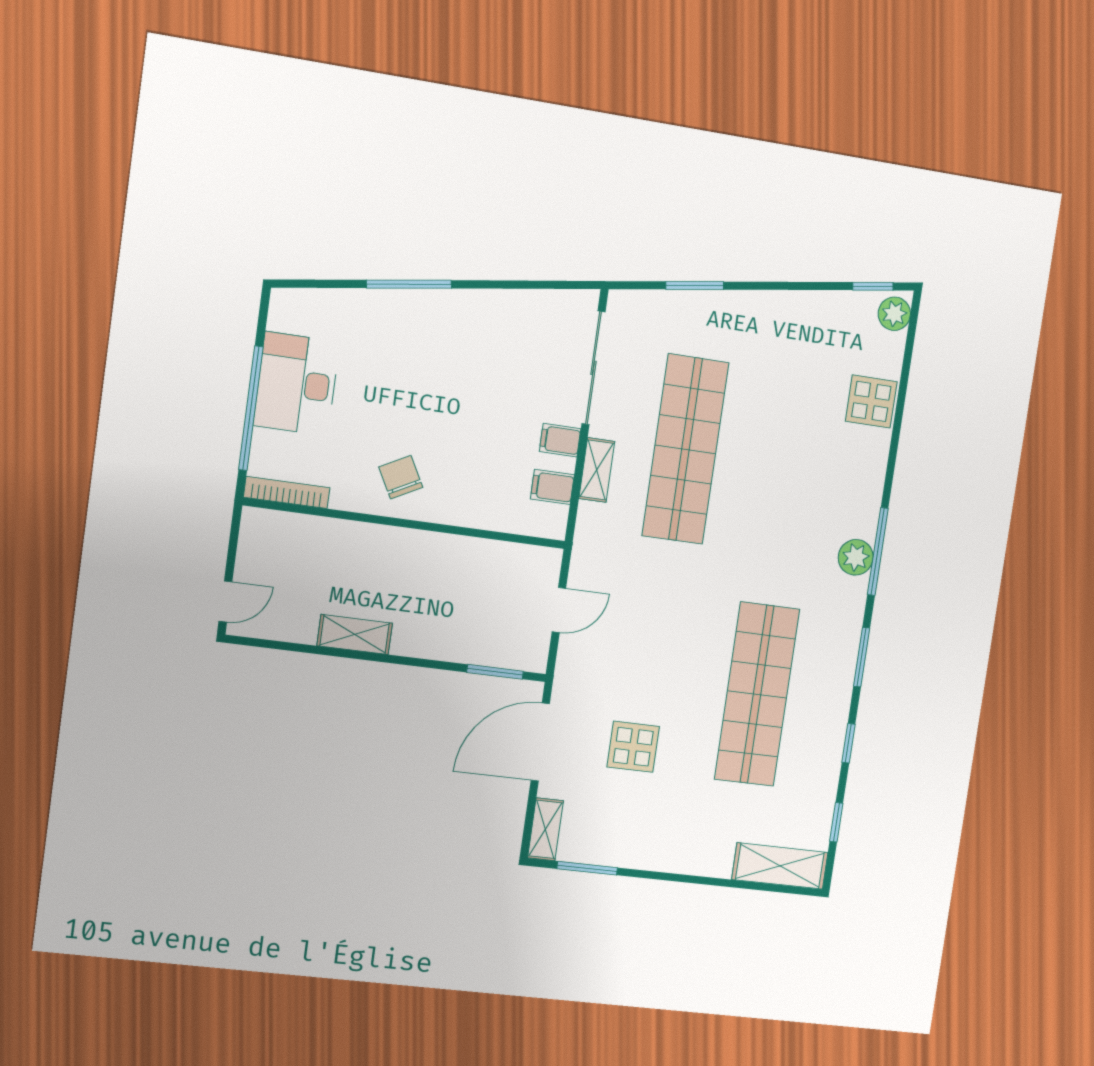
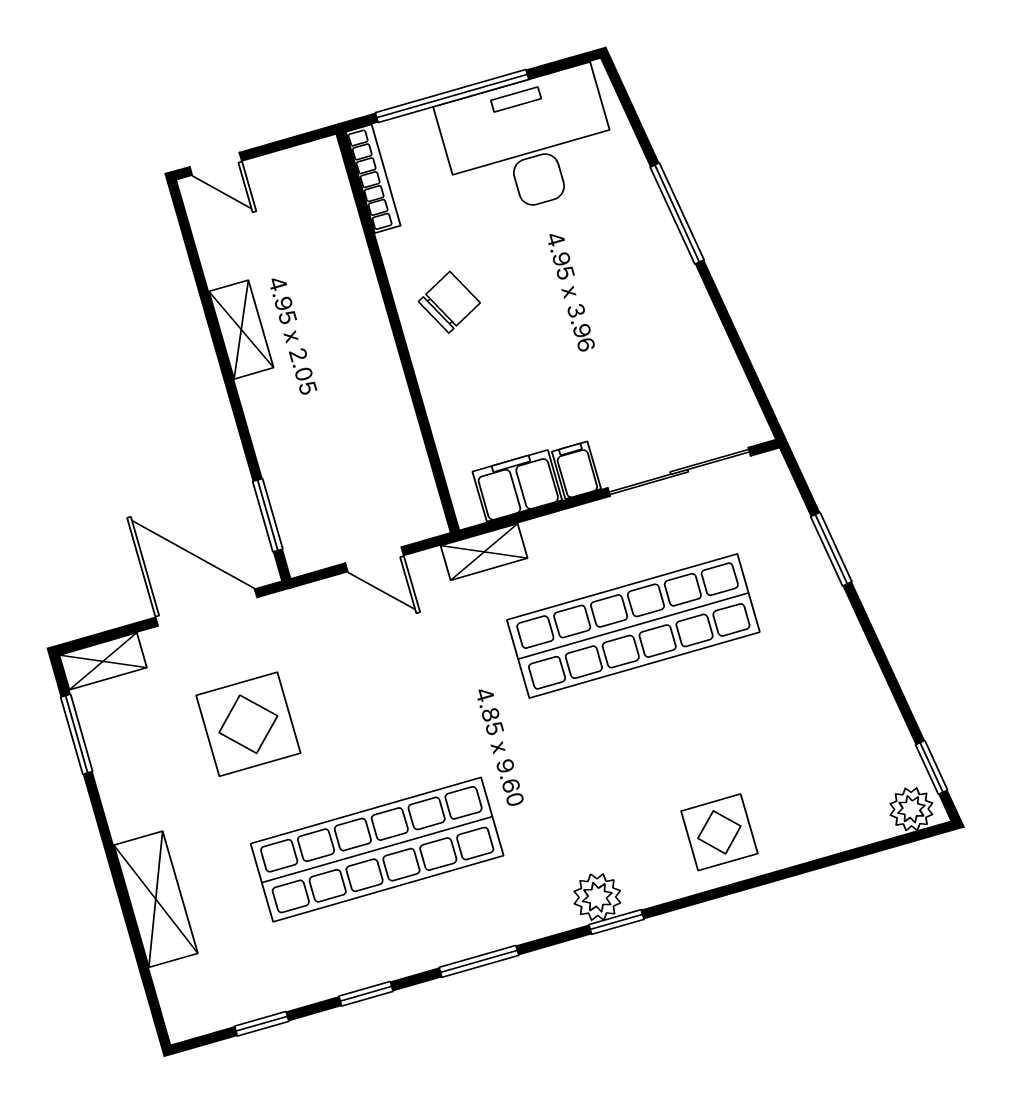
desk: (297, 384) -> (528, 143), width x1.36, depth x1.30
display table: (871, 401) -> (719, 832), moved
shelving: (597, 470) -> (484, 552), moved
filing cabinet: (552, 487) -> (517, 486), width x2.00
window: (878, 552) -> (616, 922), width x0.46
display table: (633, 747) -> (248, 724), width x1.36, depth x1.36
shelving: (780, 866) -> (156, 899), moved

